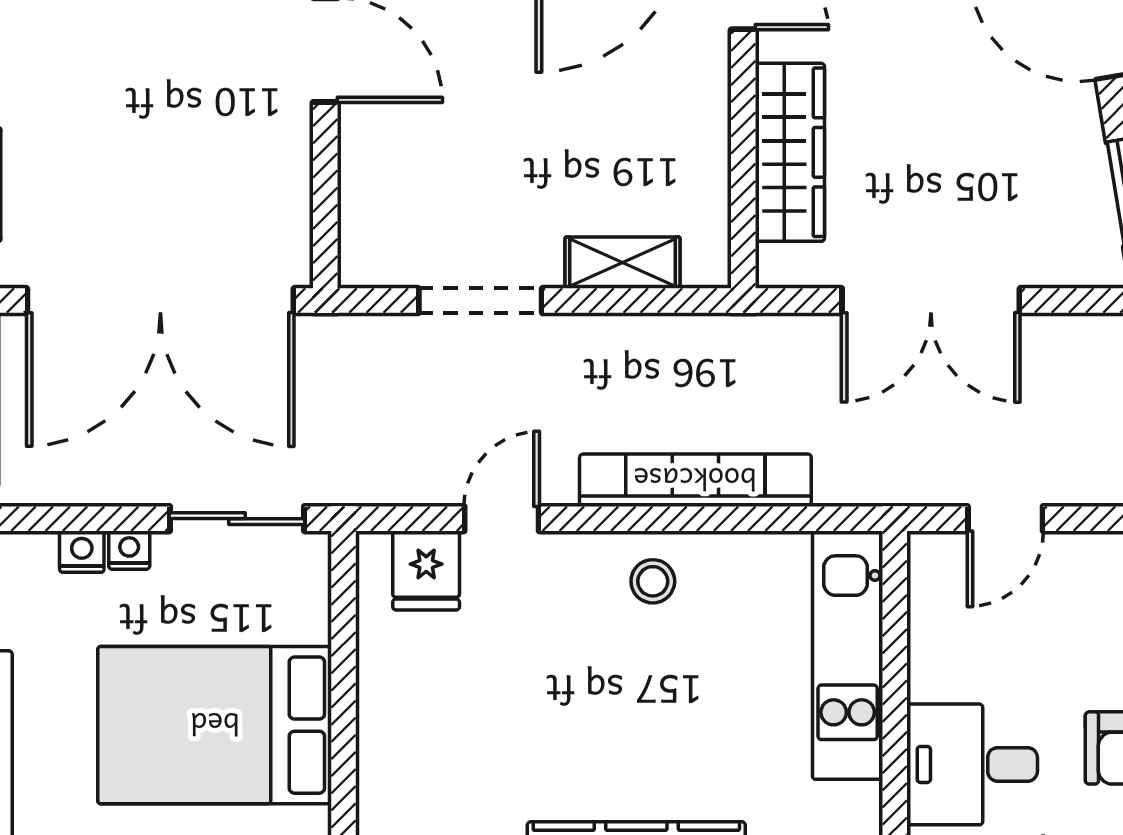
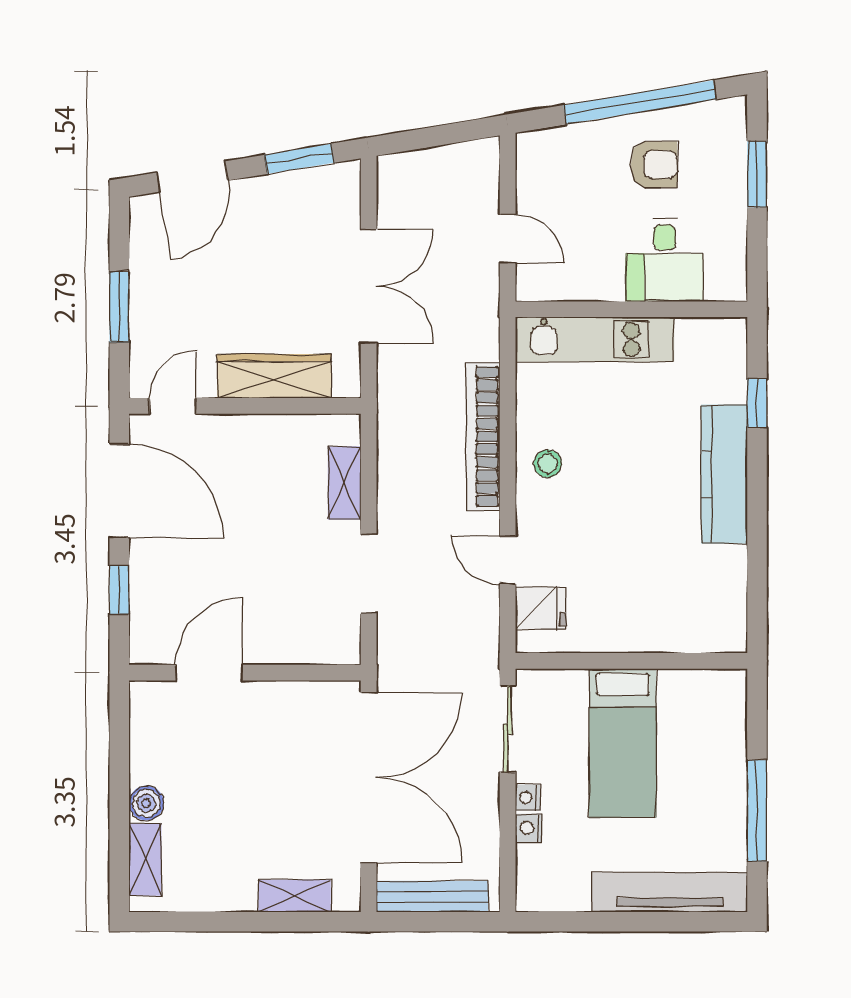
bed: (215, 725) -> (623, 743), width x0.67

